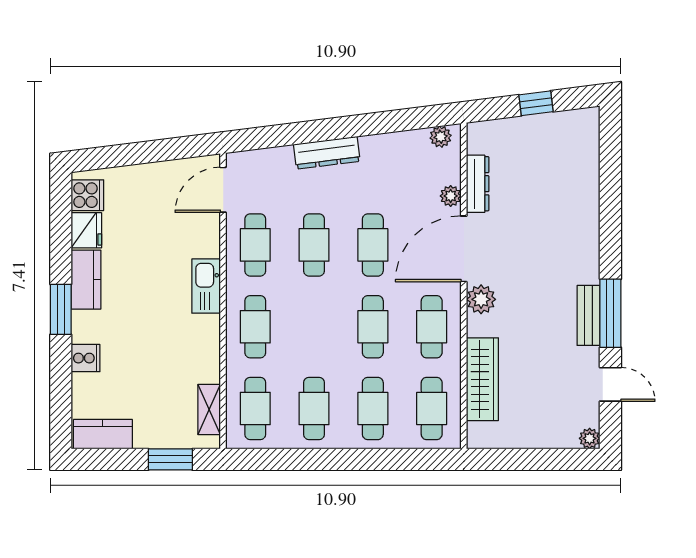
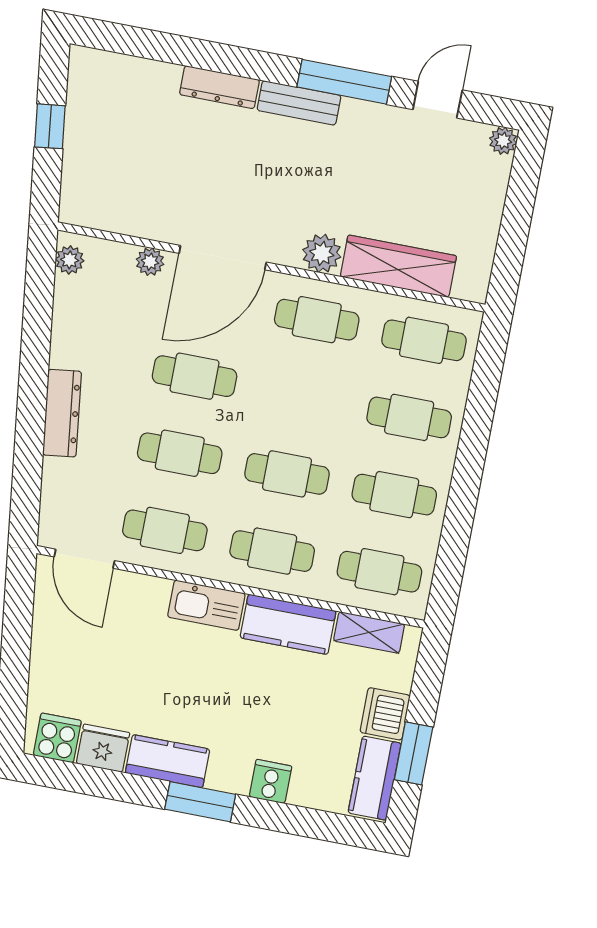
dresser: (478, 184) -> (219, 87), moved, turned 180
door: (464, 249) -> (223, 258), hinge flipped
plant: (481, 299) -> (322, 253), moved
bench: (588, 315) -> (299, 103), moved
cafe table: (373, 327) -> (287, 474), moved
kitchen counter: (204, 349) -> (288, 624), added
dishwasher: (152, 433) -> (385, 714), added
window: (170, 459) -> (414, 753), moved

